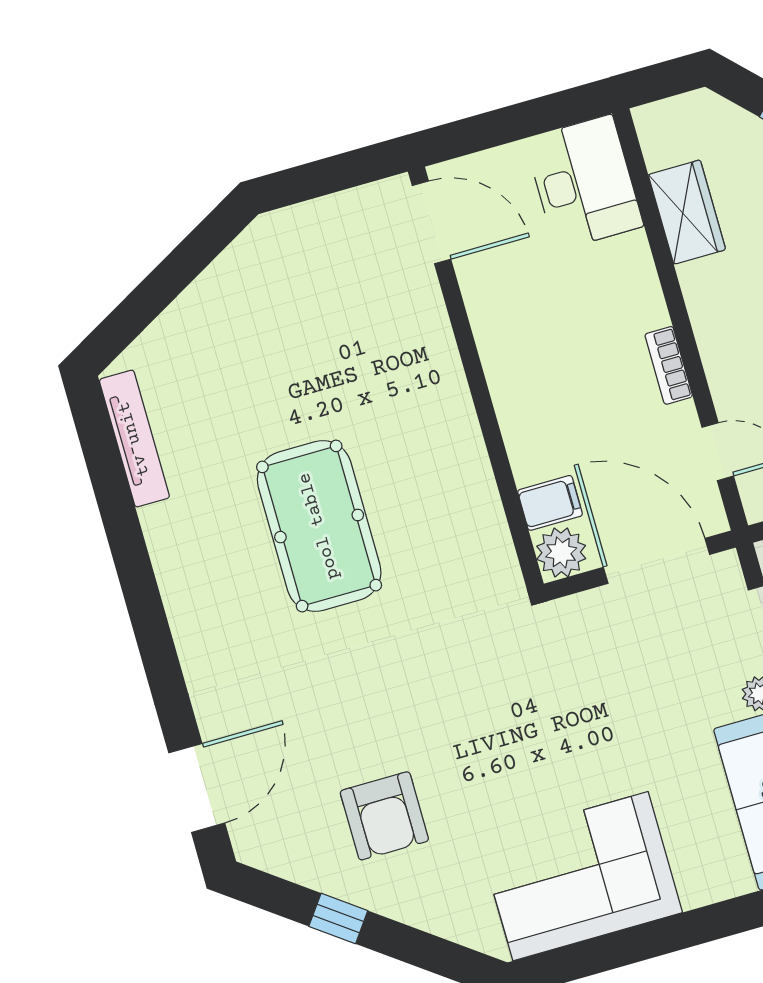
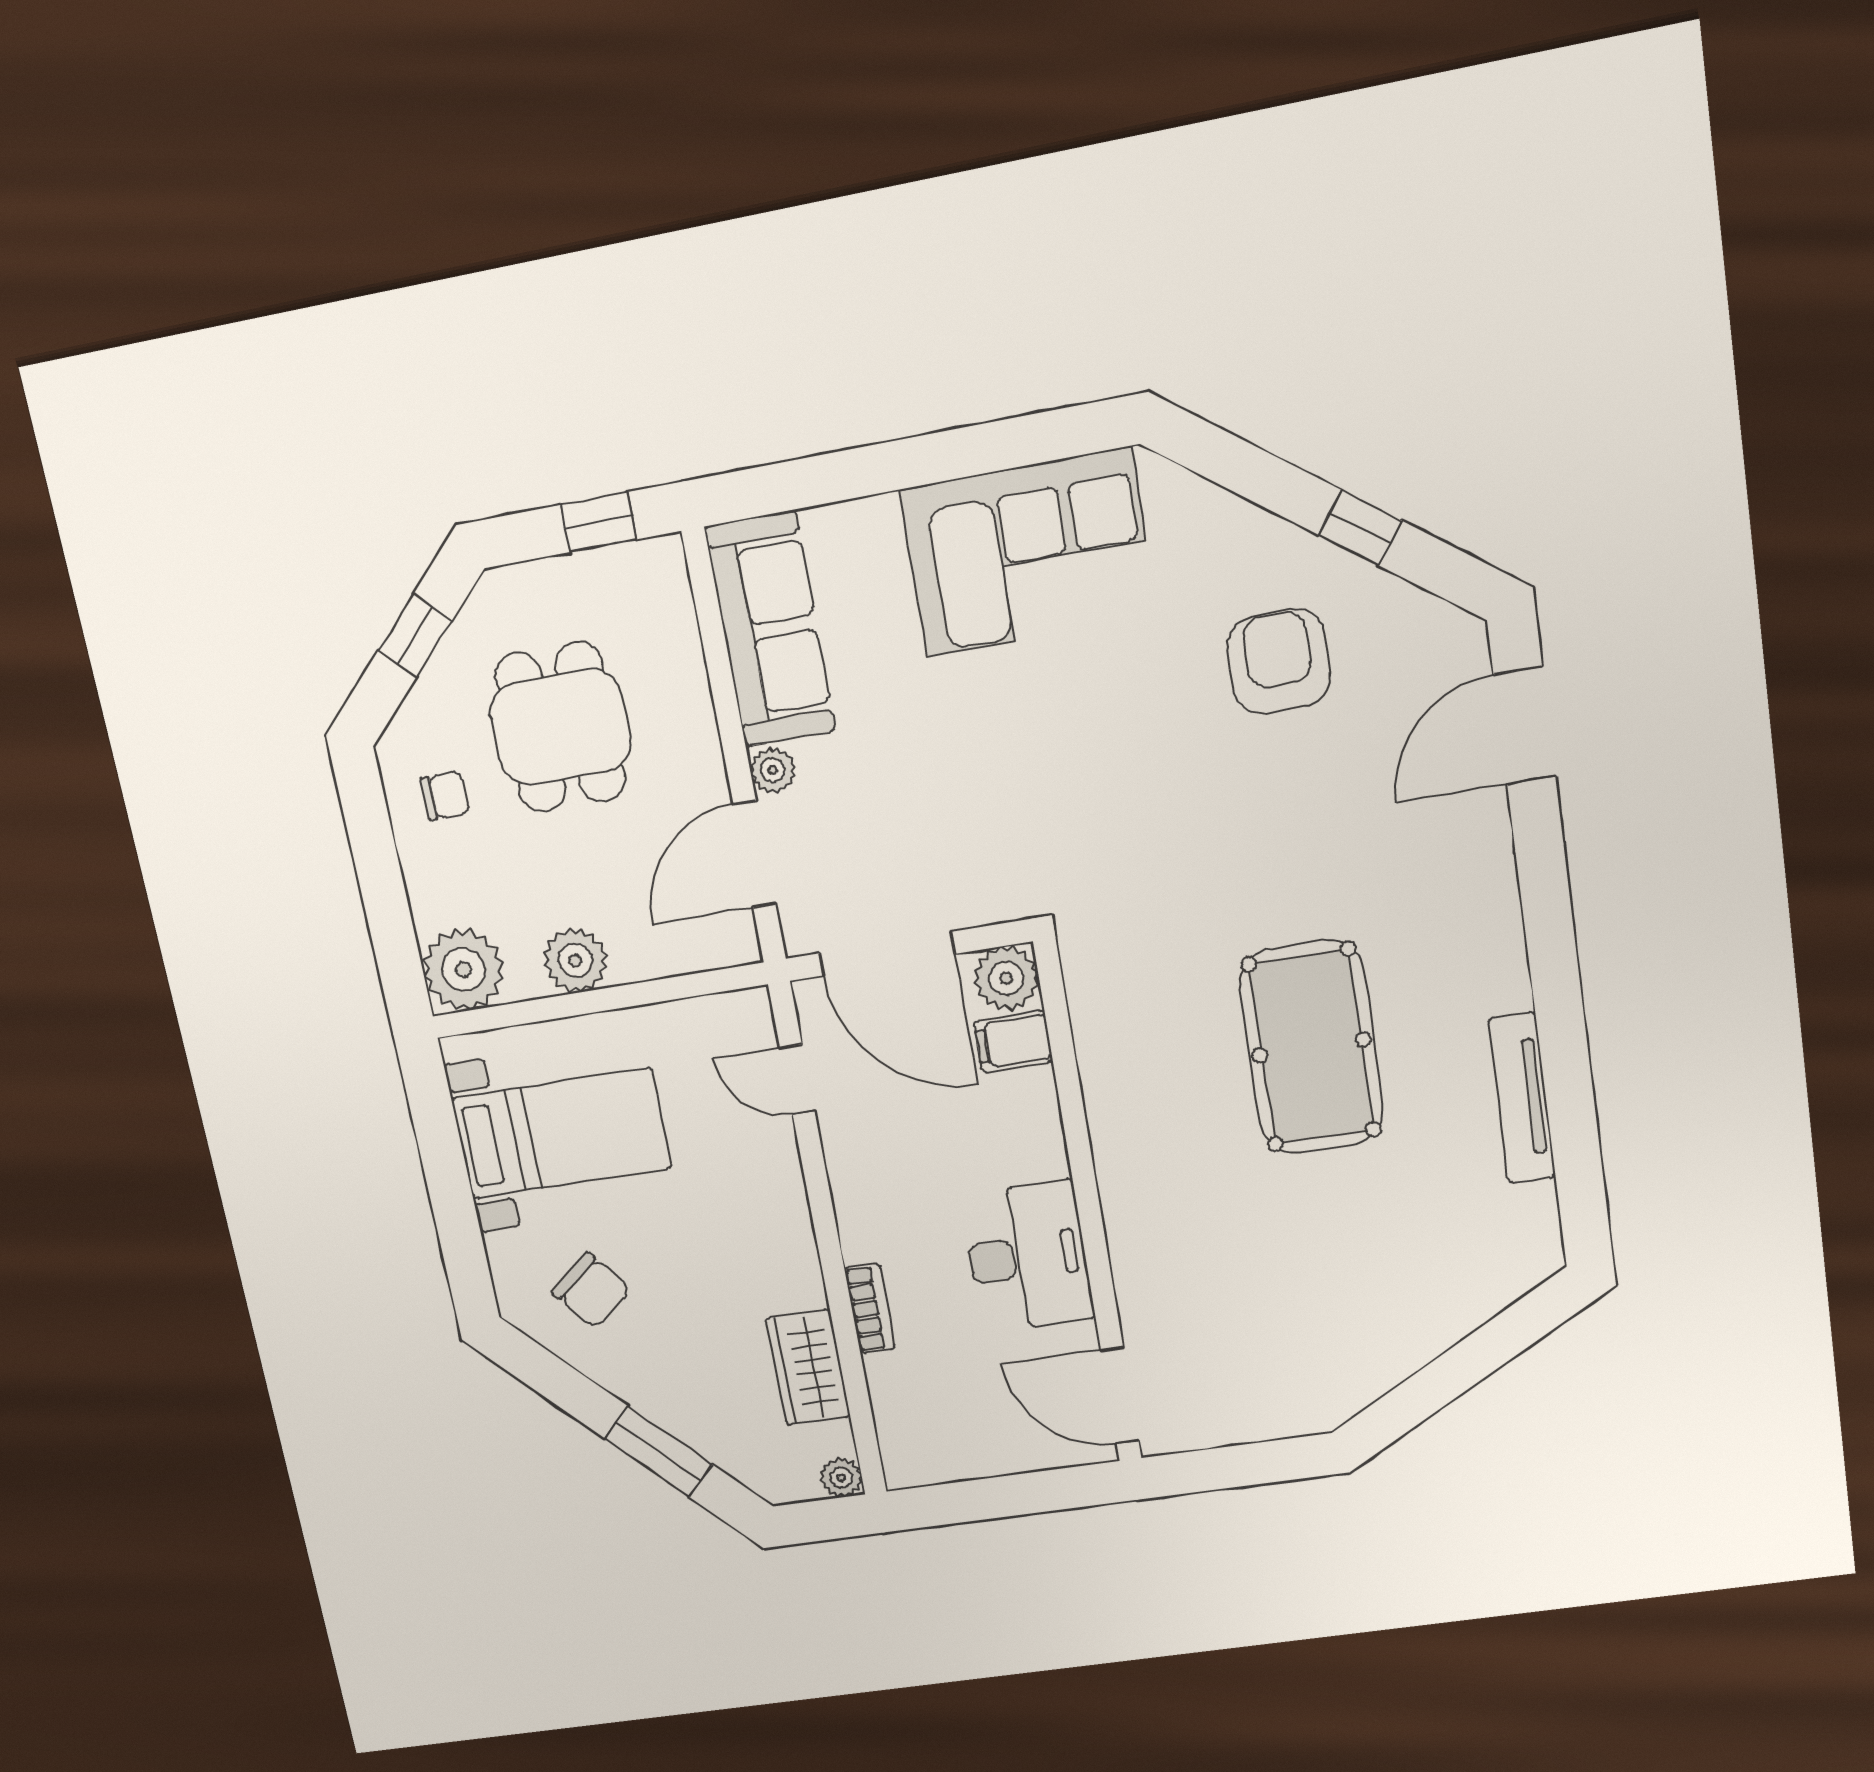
plant: (651, 120) -> (841, 1478), added
desk: (584, 183) -> (1028, 1257), moved, turned 180
bookcase: (669, 365) -> (870, 1308), moved
tv unit: (134, 439) -> (1522, 1098), moved

